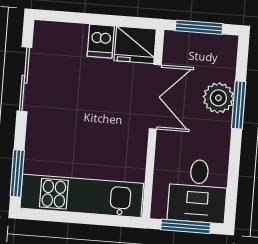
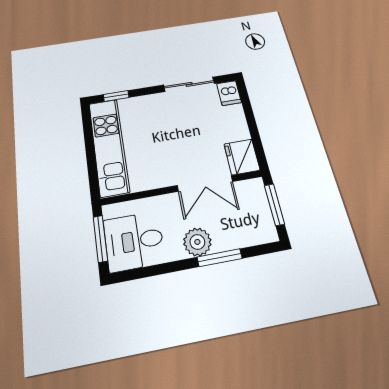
dishwasher: (101, 41) -> (229, 93), moved, turned -90
plant: (218, 98) -> (197, 242), moved
window: (17, 173) -> (116, 96), width x0.67

